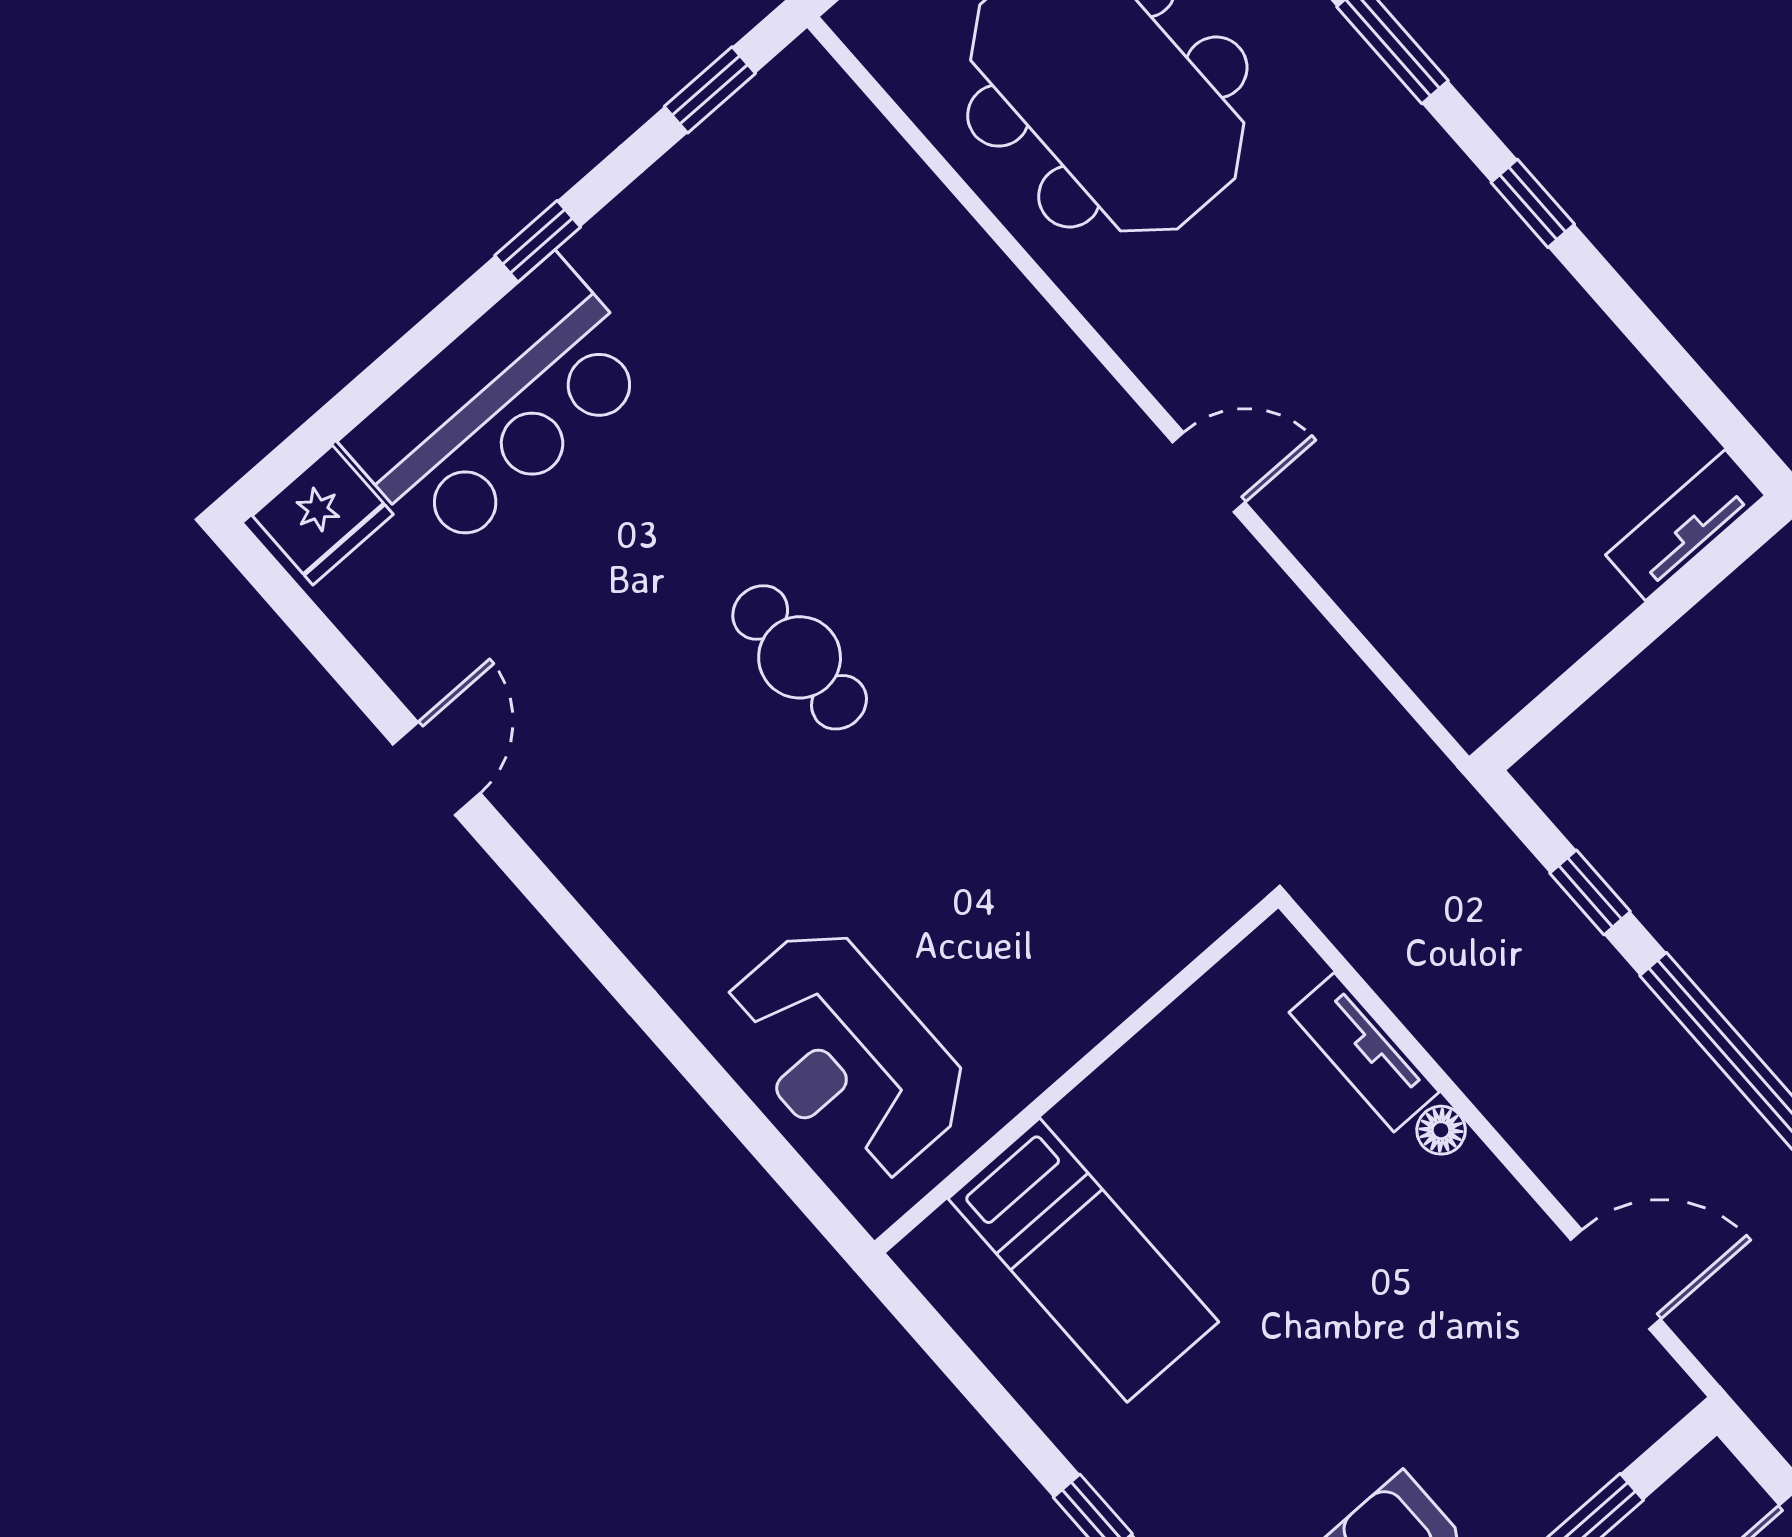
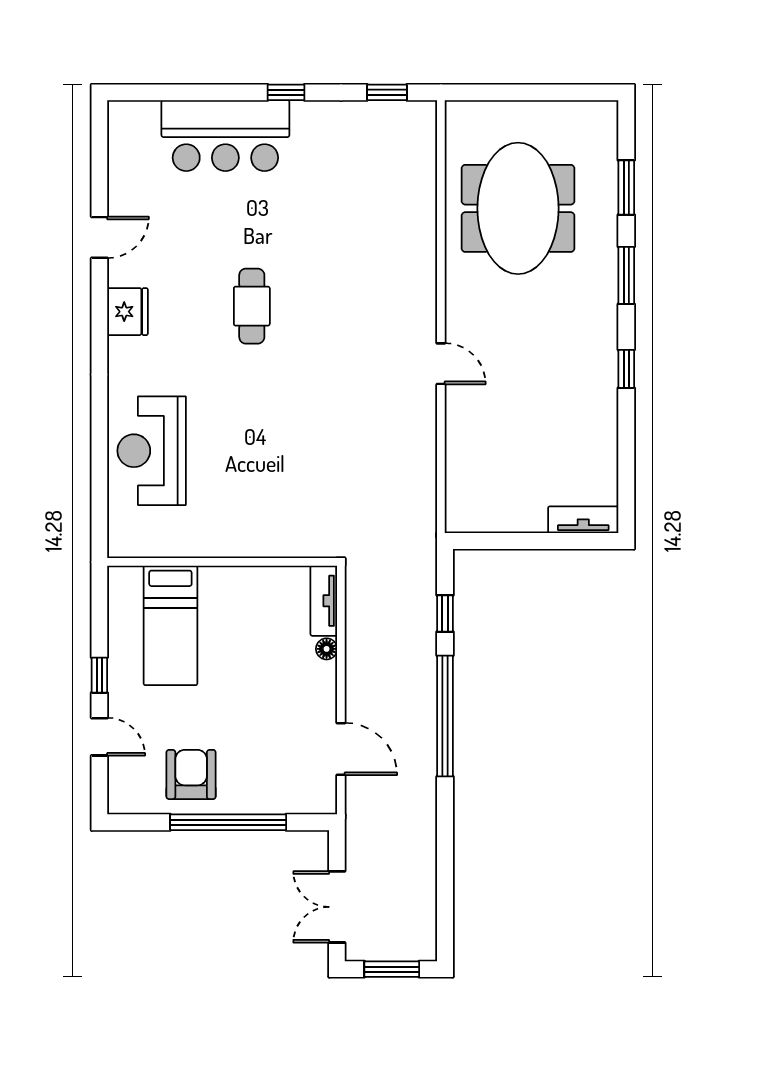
fridge: (323, 515) -> (127, 312), moved, turned -90
wall: (1076, 1074) -> (222, 562), moved
bed: (1083, 1260) -> (170, 625), moved

